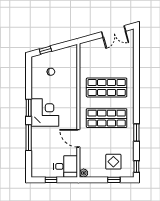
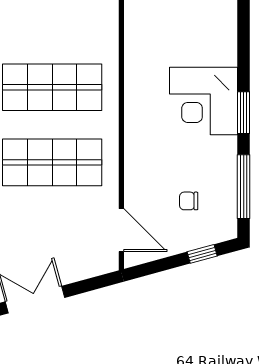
window: (29, 138) -> (244, 187), moved
door: (78, 138) -> (121, 230), moved

